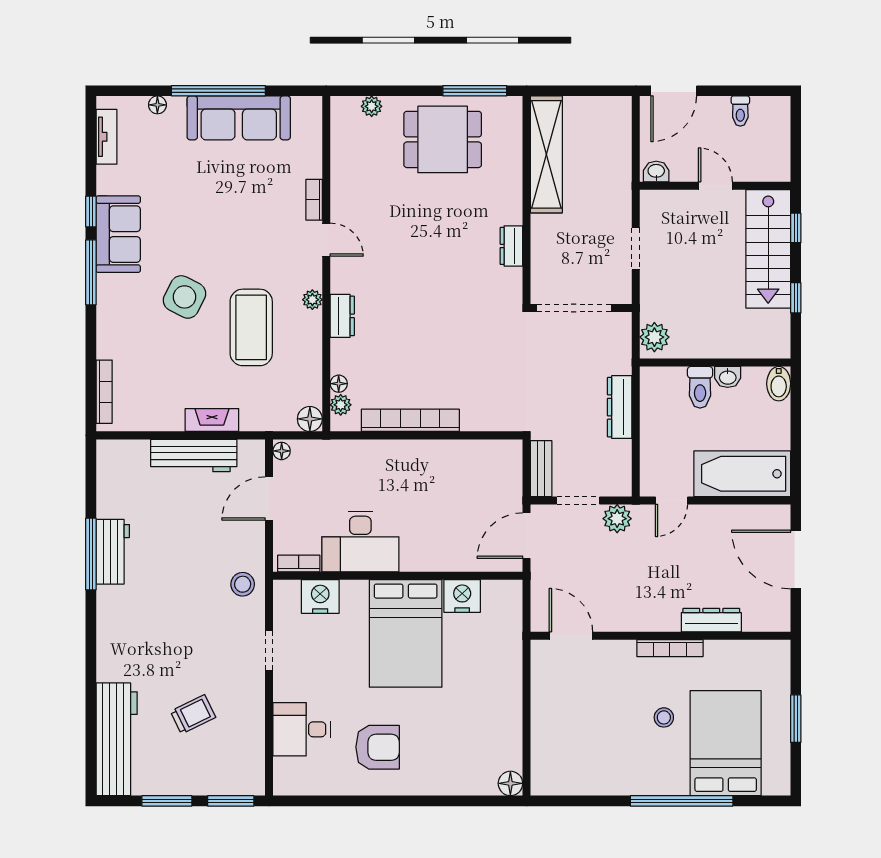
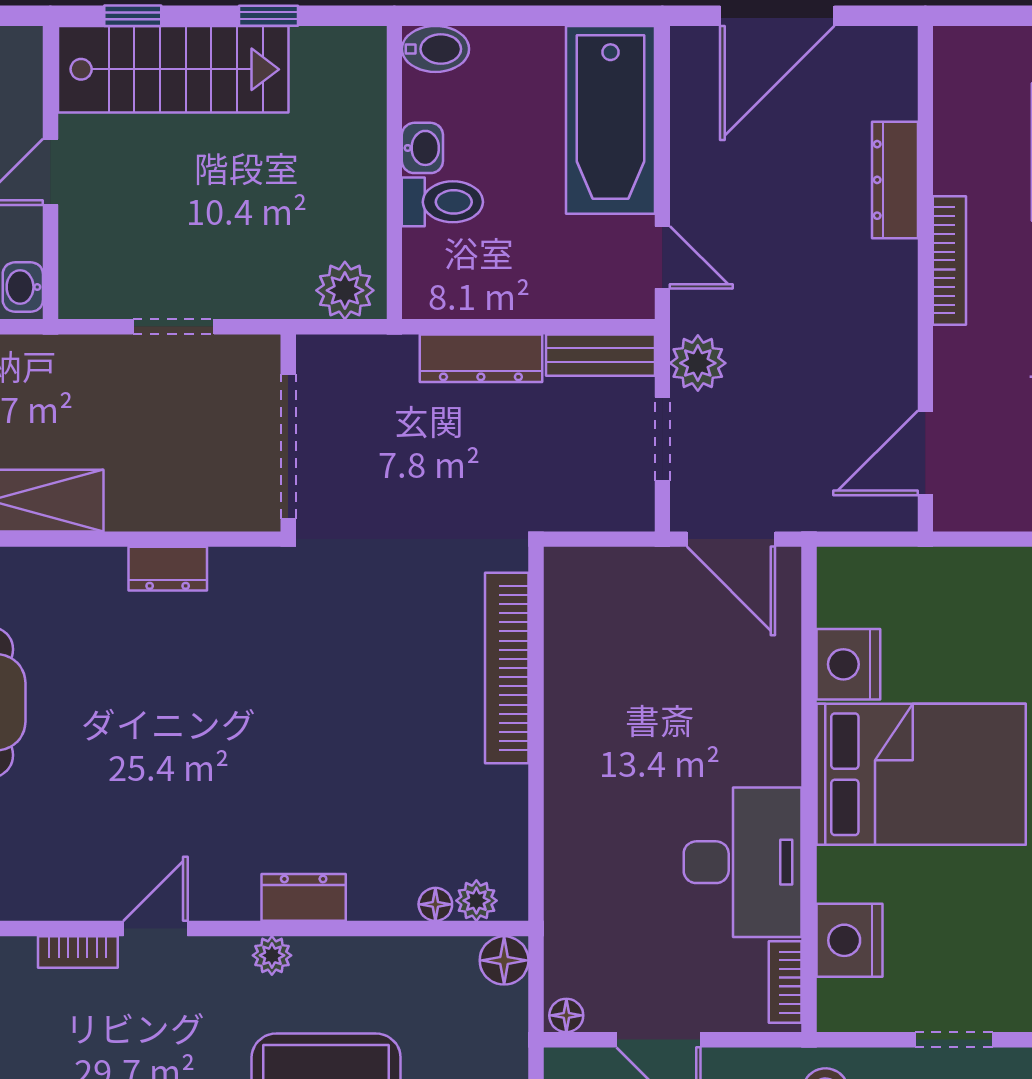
bookcase: (410, 420) -> (507, 668), moved
bench: (541, 469) -> (600, 355), moved

